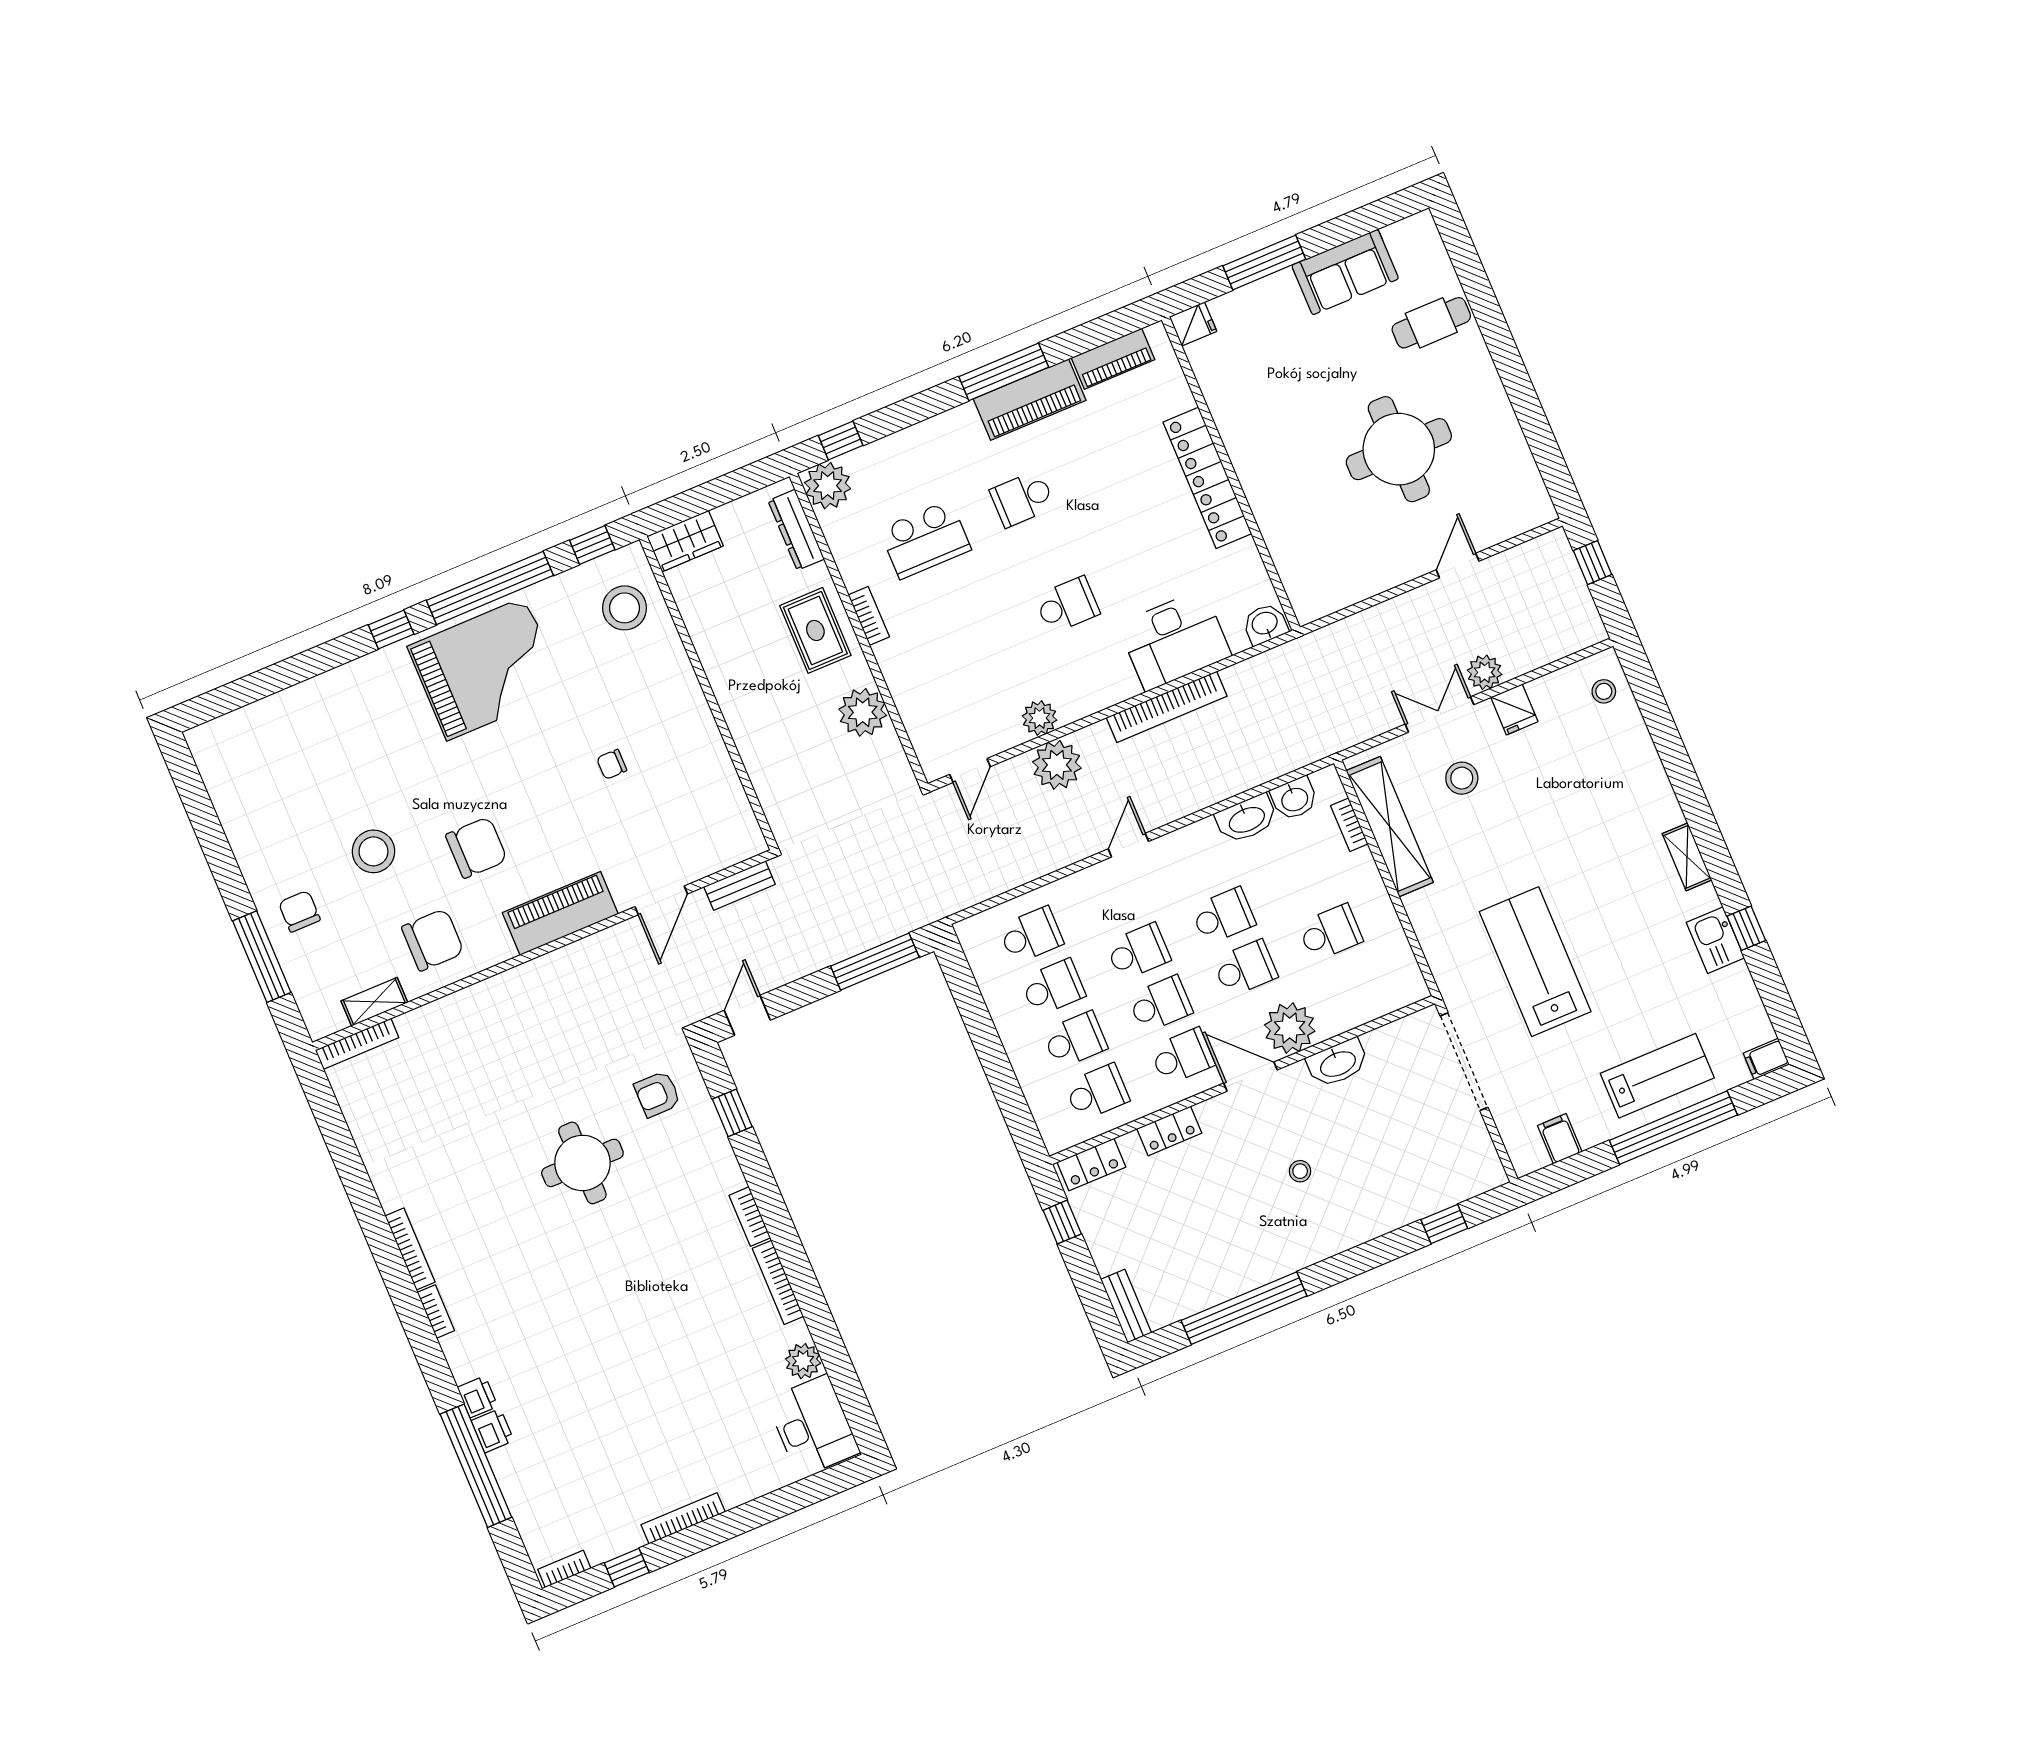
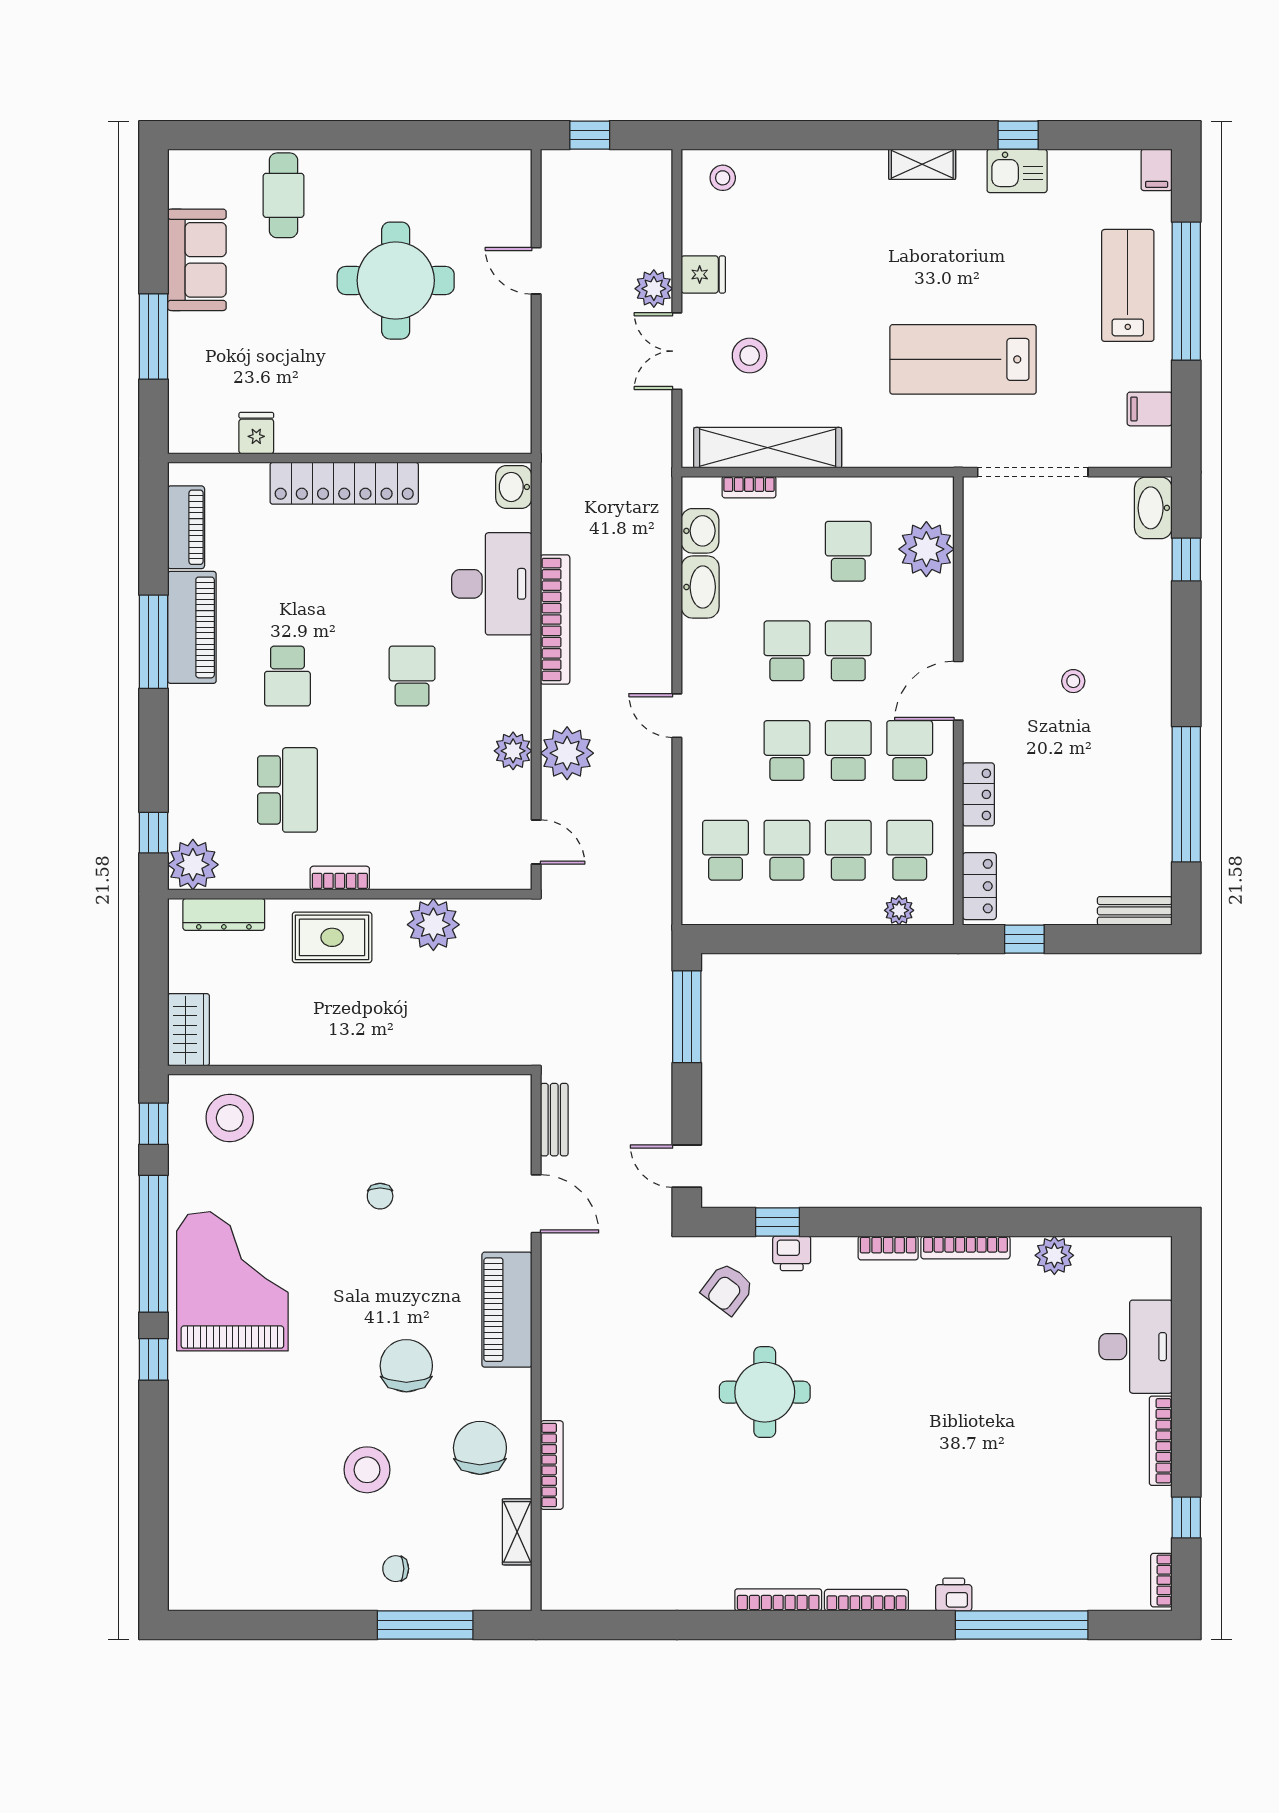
fridge: (1193, 324) -> (256, 433), moved
chair: (299, 911) -> (396, 1569), width x0.73, depth x0.73
plant: (1290, 1028) -> (926, 549), moved
bookcase: (357, 1044) -> (552, 1465), moved
washbasin: (1338, 1063) -> (1153, 508), moved, turned 180
armchair: (657, 1094) -> (728, 1289), turned 37
plant: (1042, 1105) -> (899, 910), added
bookcase: (436, 1312) -> (866, 1600), width x1.56
desk: (813, 1426) -> (1136, 1347), moved, turned 90
printer: (492, 1431) -> (792, 1253), moved, turned 180

